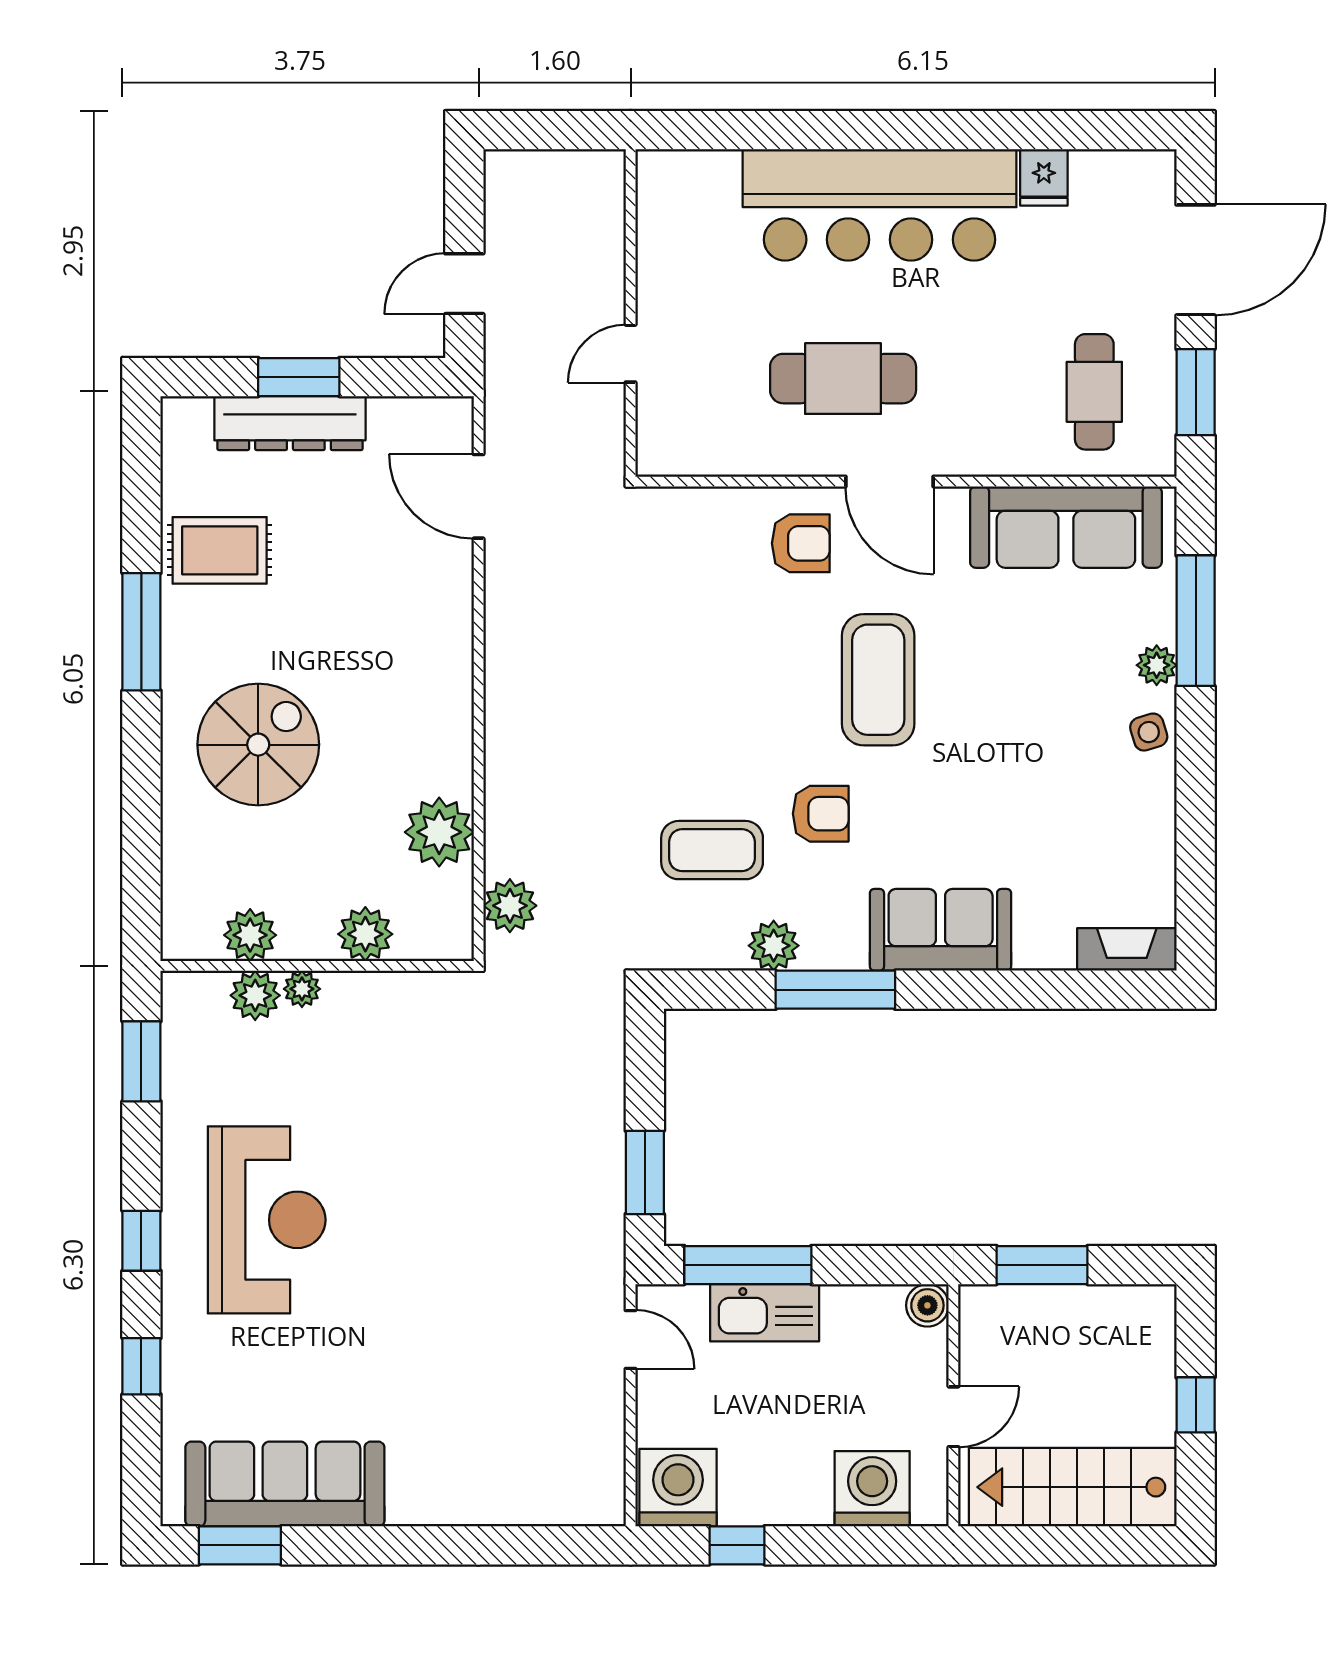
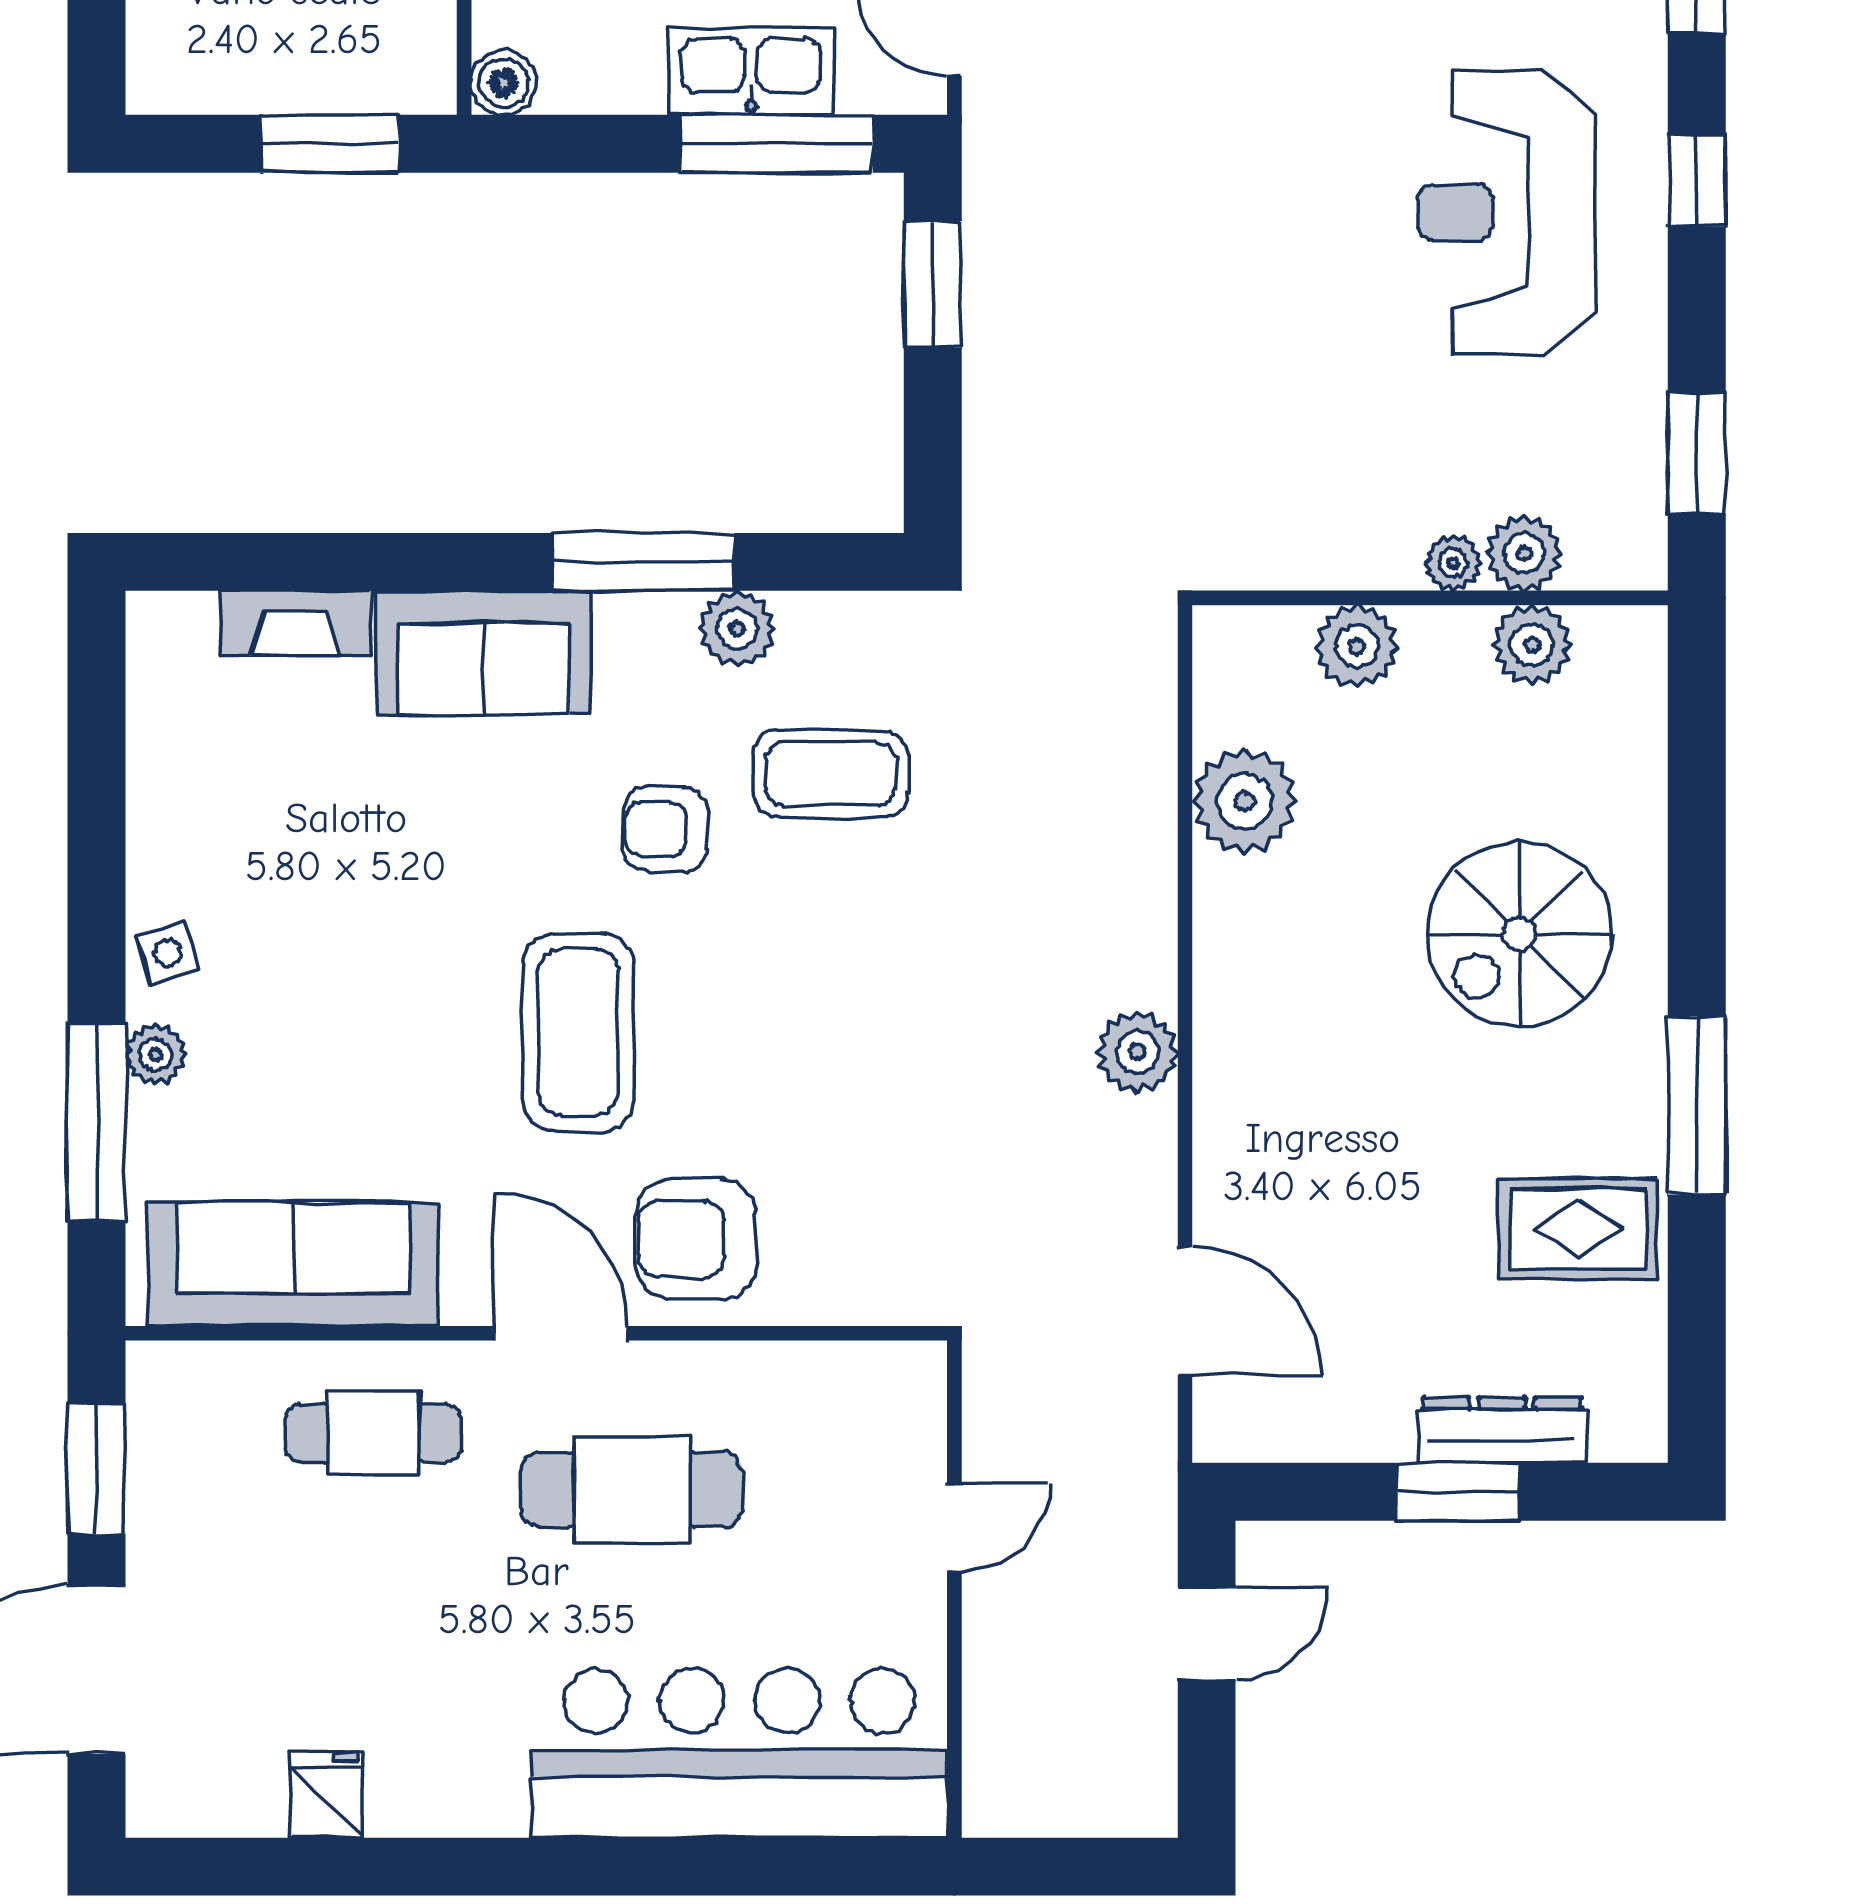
bar counter: (880, 205) -> (739, 1753), moved
cafe table: (1094, 392) -> (373, 1433), moved, turned 90
dresser: (290, 423) -> (1502, 1430), width x0.73, depth x0.80
armchair: (801, 543) -> (696, 1239), width x1.38, depth x1.38
plant: (510, 906) -> (1137, 1052), moved
fireplace: (1127, 949) -> (295, 623), moved

